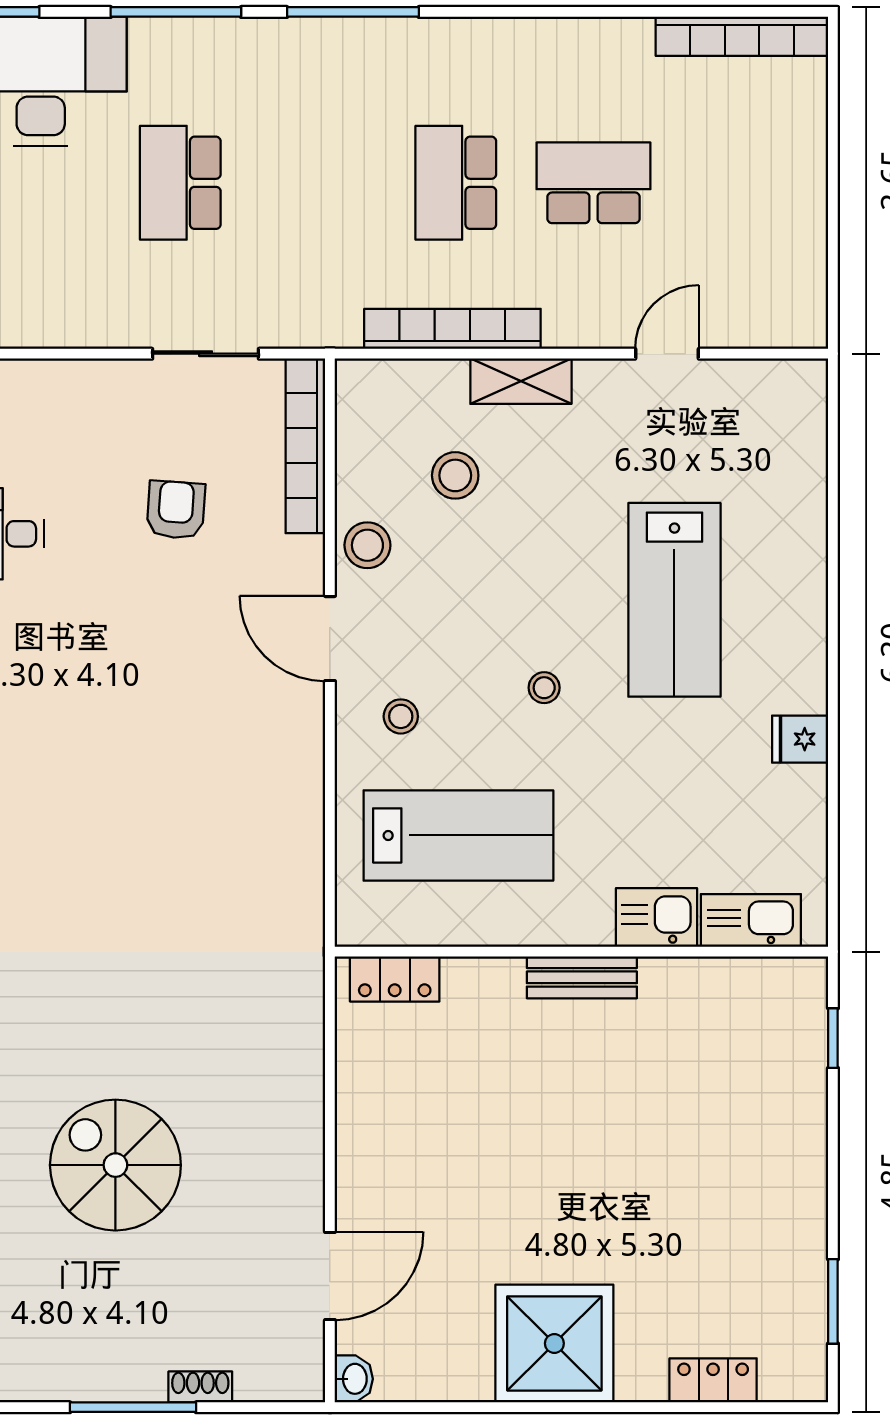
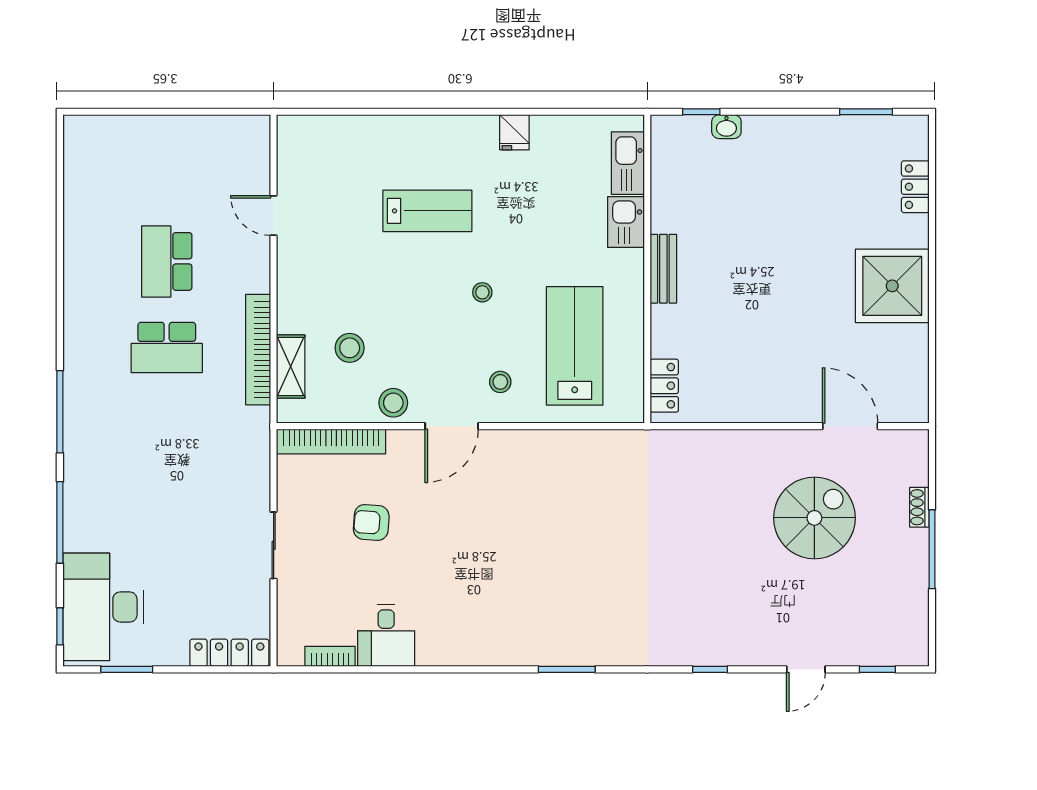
bookcase: (742, 36) -> (75, 169), removed
school desk: (180, 183) -> (167, 520), removed
sliding door: (205, 354) -> (274, 545), moved
shelving: (521, 381) -> (291, 367), moved
lab bench: (674, 600) -> (427, 211), width x0.73, depth x0.72
spiral stairs: (115, 1165) -> (814, 518), moved, turned 180
washbasin: (354, 1379) -> (726, 127), moved, turned 180

